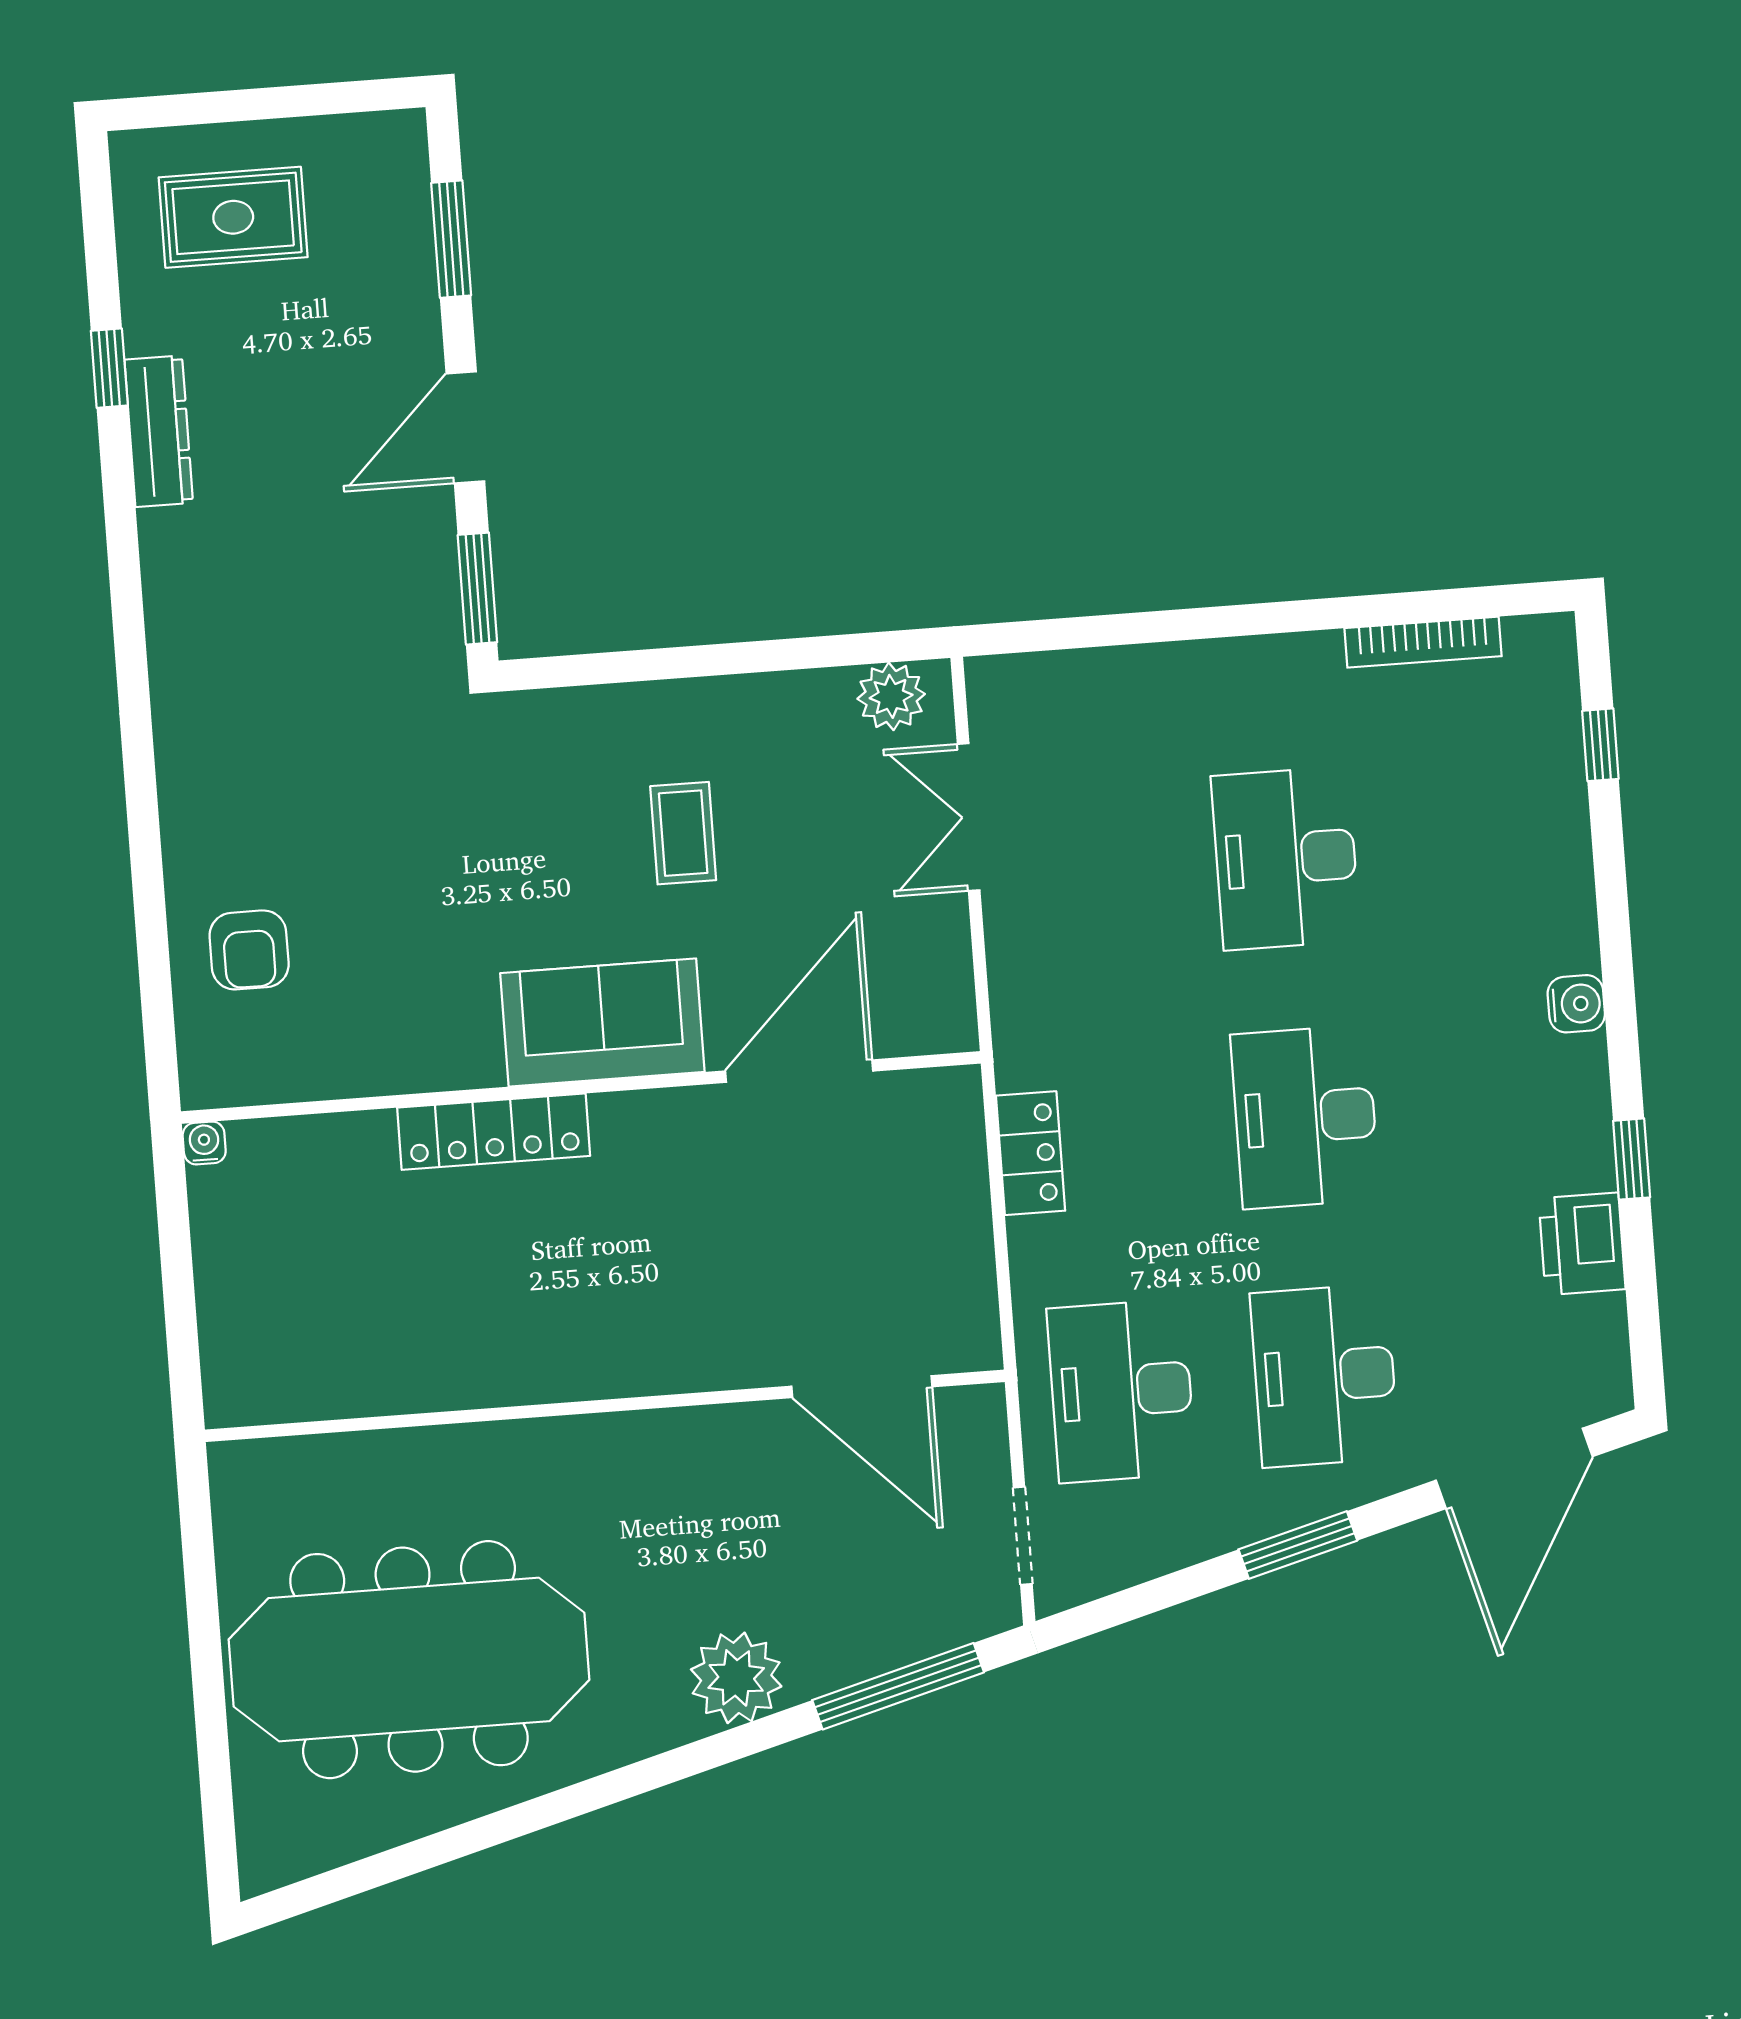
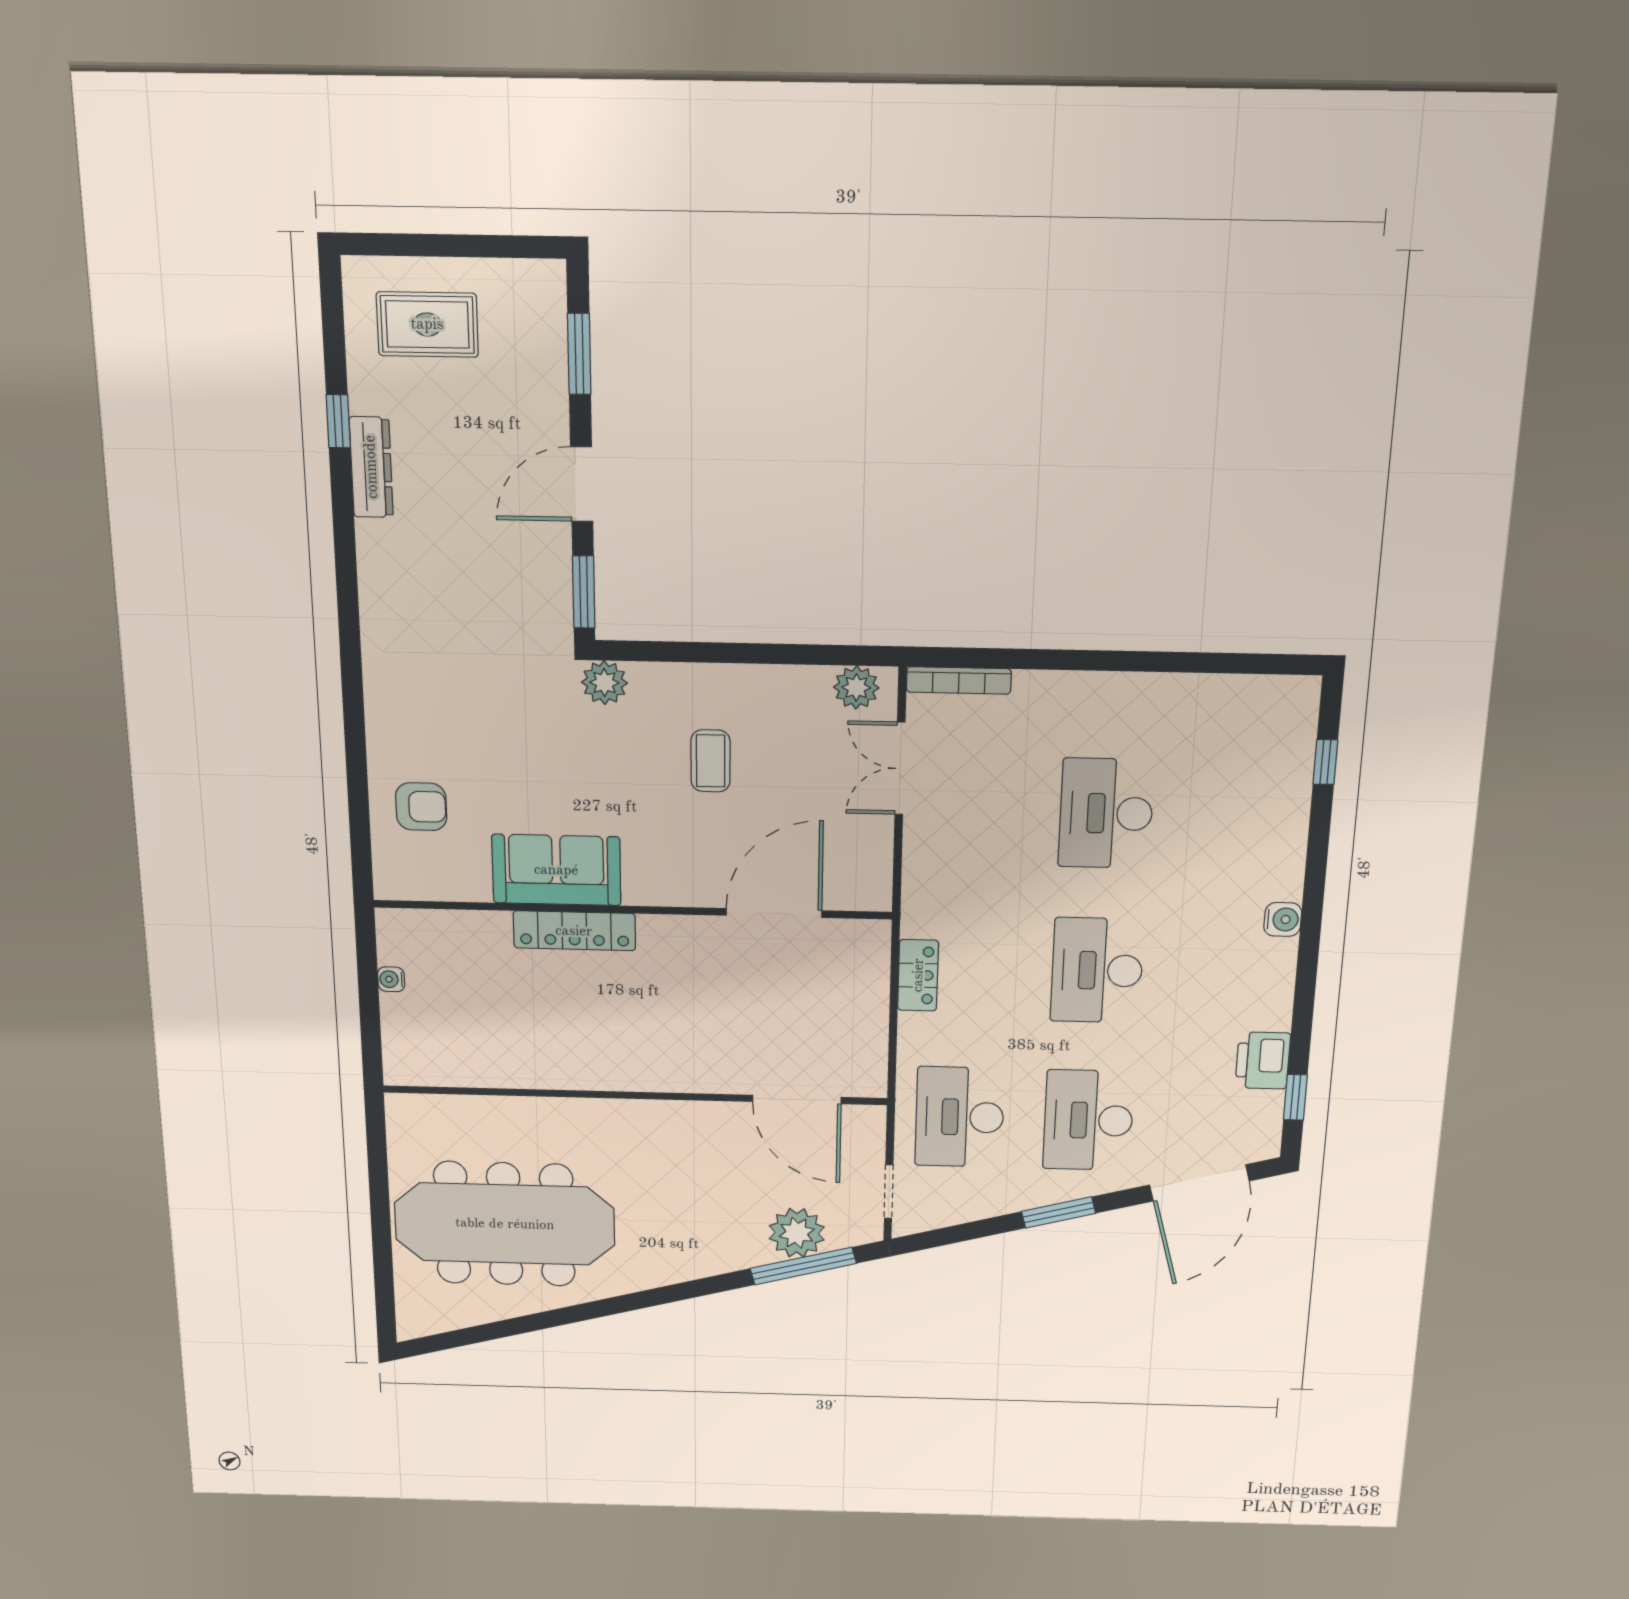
bookcase: (1423, 642) -> (959, 680), moved
plant: (516, 725) -> (604, 683), added
armchair: (249, 950) -> (421, 807), turned -90
sofa: (602, 1023) -> (556, 870), moved
water cooler: (204, 1143) -> (391, 979), moved, turned -90
window: (1632, 1159) -> (1295, 1097), moved
plant: (736, 1678) -> (797, 1233), moved

